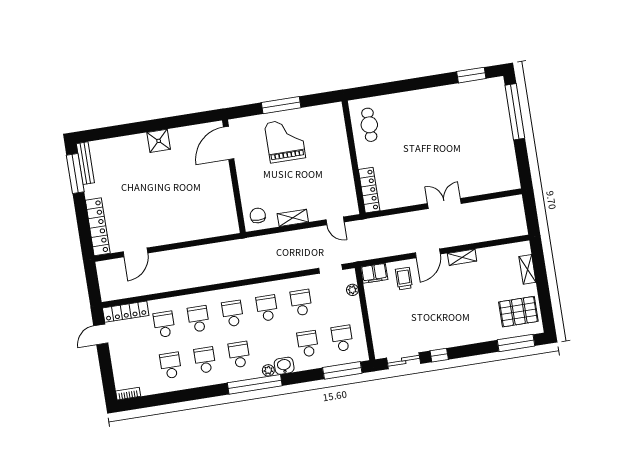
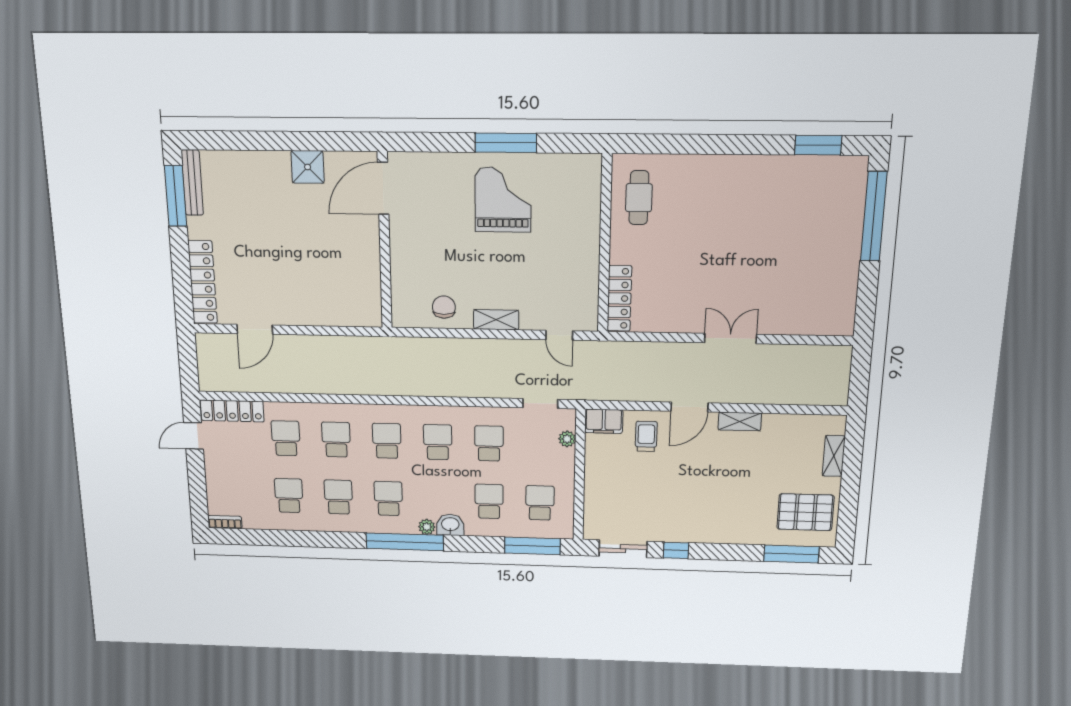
door: (229, 143) -> (383, 188), moved
wall: (234, 176) -> (385, 241), moved

